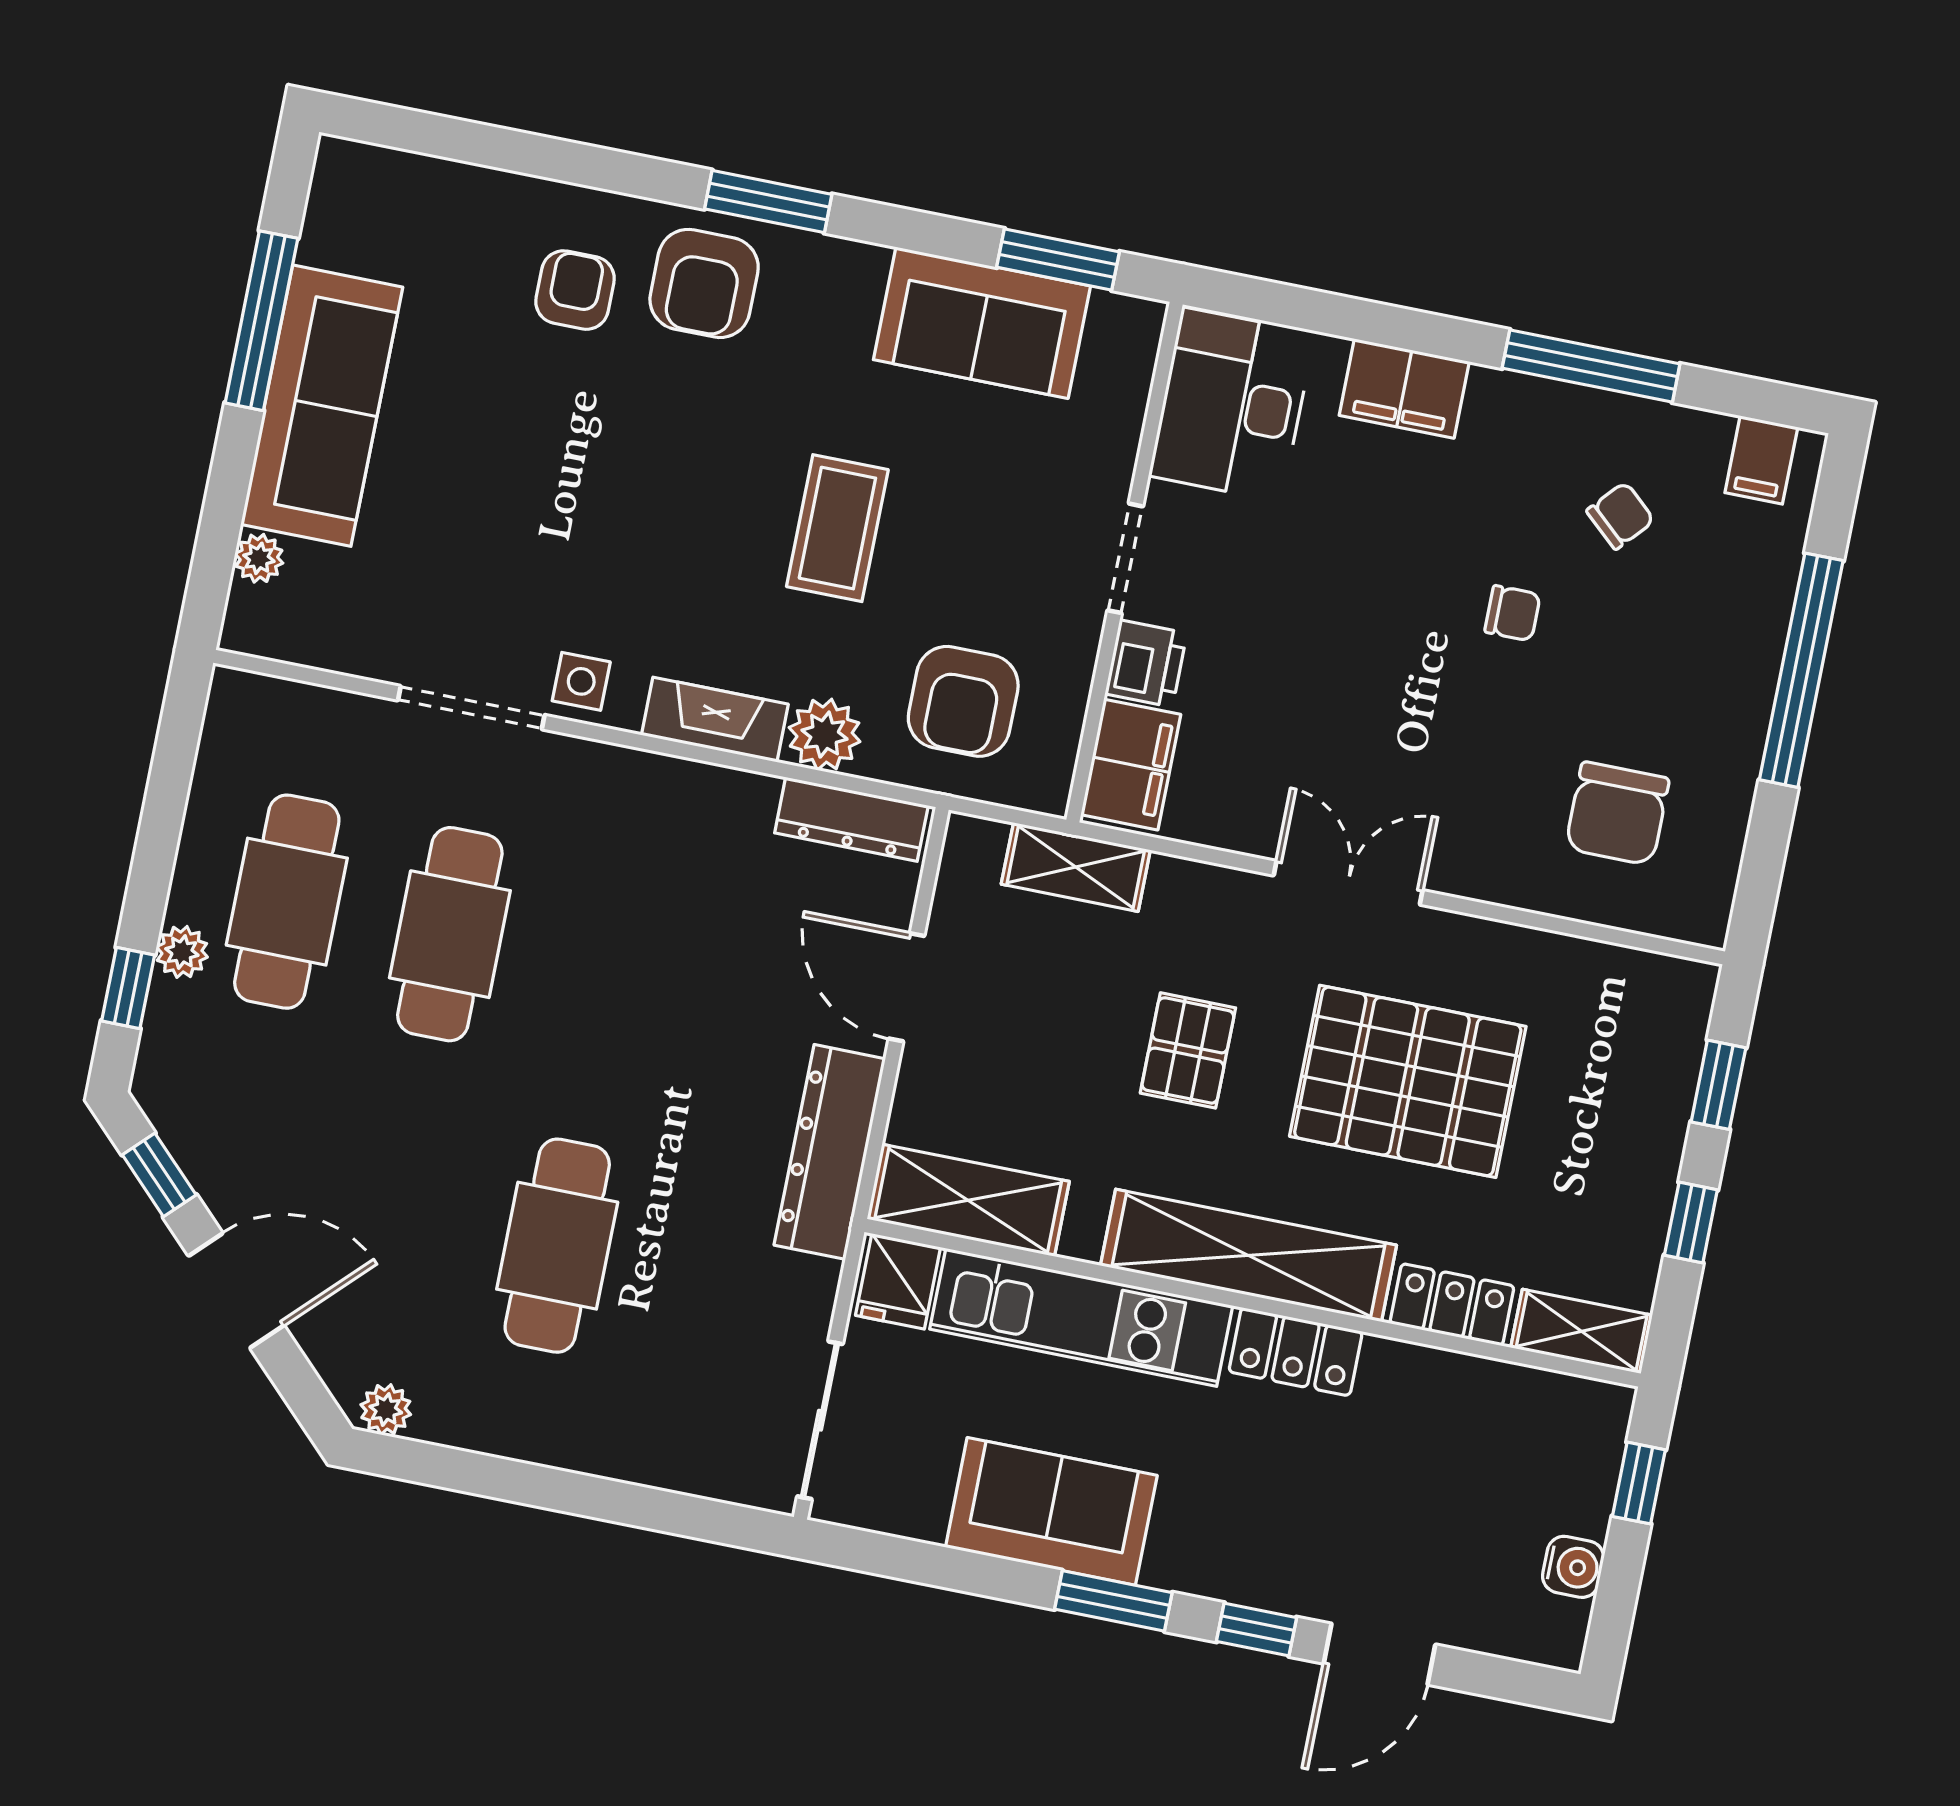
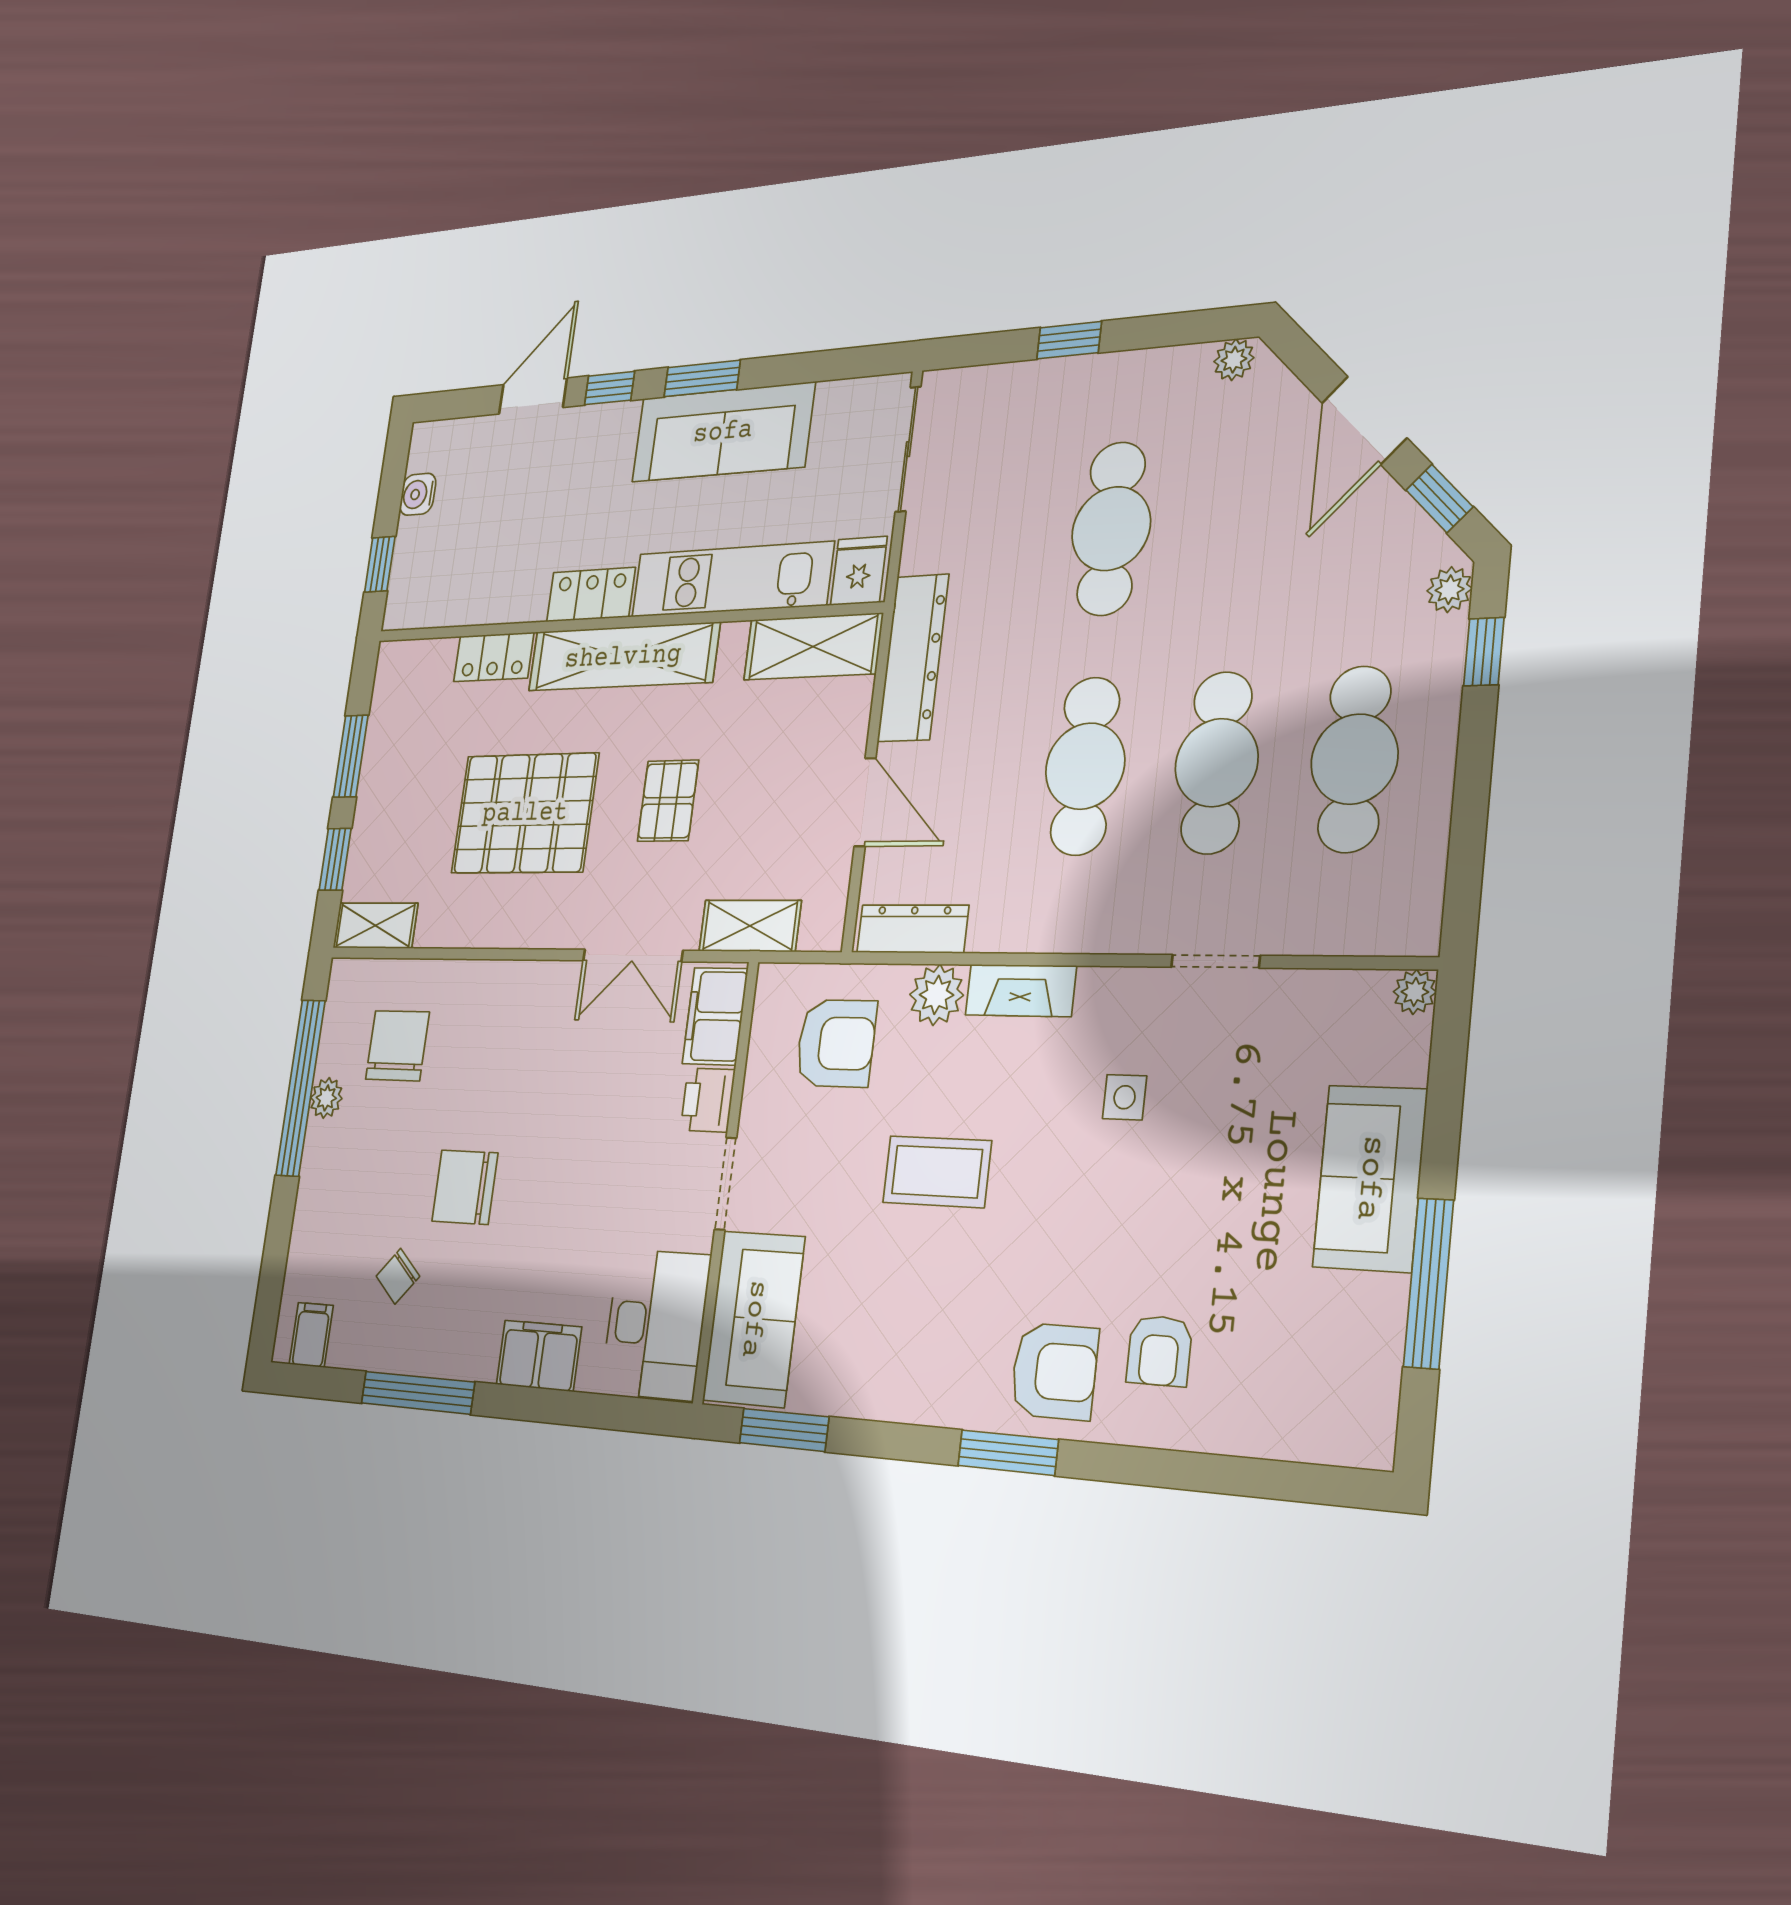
armchair: (704, 283) -> (1054, 1371), turned 90
sofa: (982, 323) -> (754, 1319), moved, turned 90
sofa: (322, 406) -> (1370, 1178), width x0.73
coffee table: (837, 528) -> (937, 1172), turned 90
plant: (259, 558) -> (1415, 992), moved
chair: (1513, 613) -> (465, 1187), width x1.87, depth x1.87
window: (1801, 670) -> (301, 1088), moved
side table: (581, 681) -> (1125, 1097), moved
armchair: (963, 701) -> (836, 1043), turned 90
doorway: (471, 708) -> (1215, 961), width x0.73
plant: (1735, 765) -> (326, 1098), added
double door: (1348, 883) -> (633, 956), moved
plant: (182, 952) -> (1450, 590), moved
cafe table: (613, 967) -> (1085, 766), added
window: (1691, 1223) -> (351, 756), width x1.50
door: (236, 1291) -> (1364, 420), hinge flipped
shelving: (1582, 1331) -> (375, 926), moved
window: (593, 1497) -> (1069, 340), added
sofa: (1051, 1511) -> (723, 432), width x1.36

